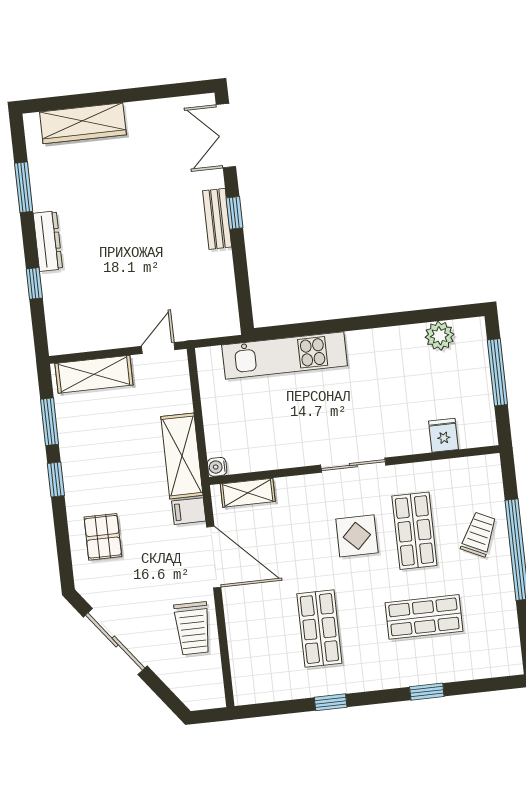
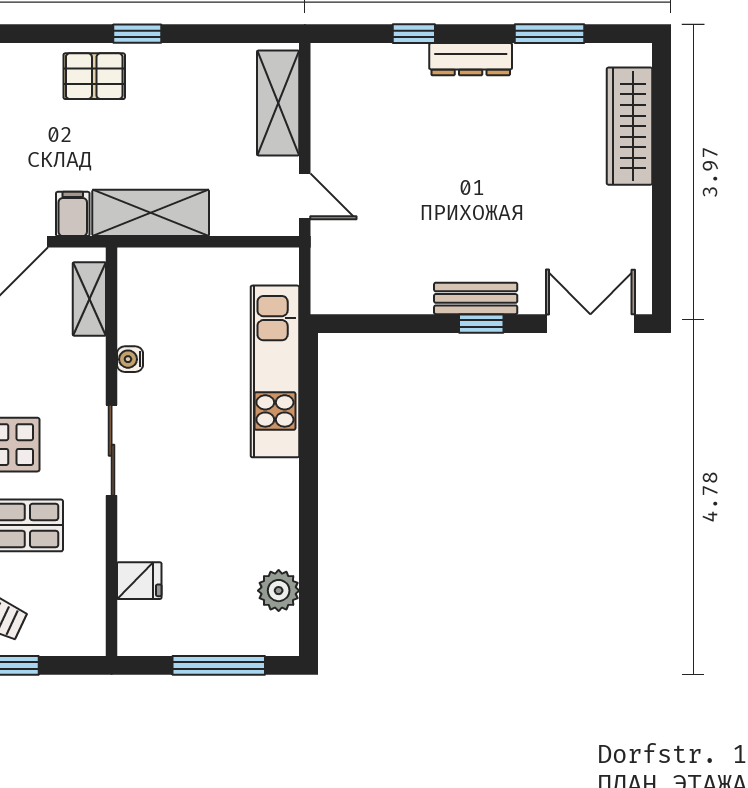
window: (50, 422) -> (219, 34), removed
water cooler: (217, 467) -> (130, 359), moved, turned -90
pallet: (103, 537) -> (94, 76), moved

